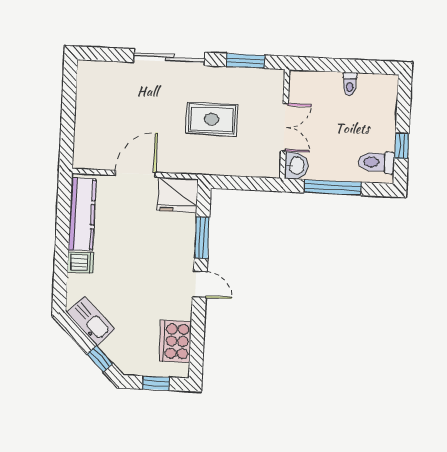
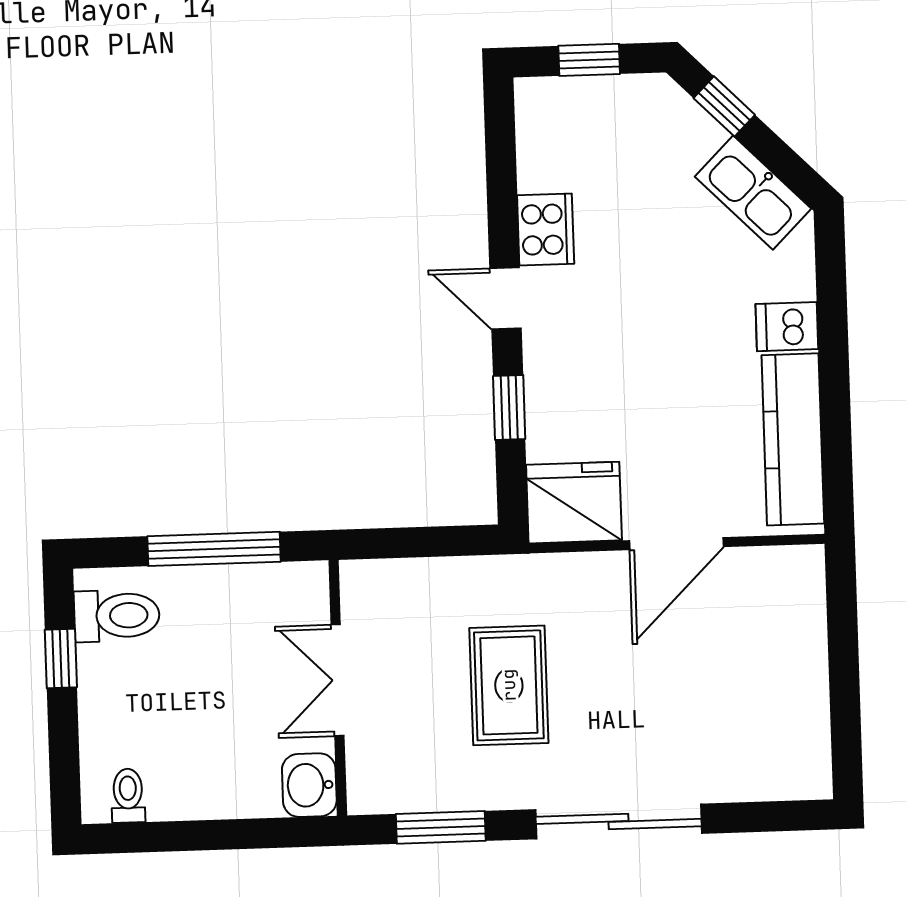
toilet: (350, 84) -> (128, 796), moved
rug: (212, 119) -> (509, 685), turned 90
washbasin: (296, 166) -> (309, 785), moved
window: (202, 238) -> (509, 408), width x0.67
cooker: (175, 341) -> (546, 229), moved, width x0.73, depth x0.76

